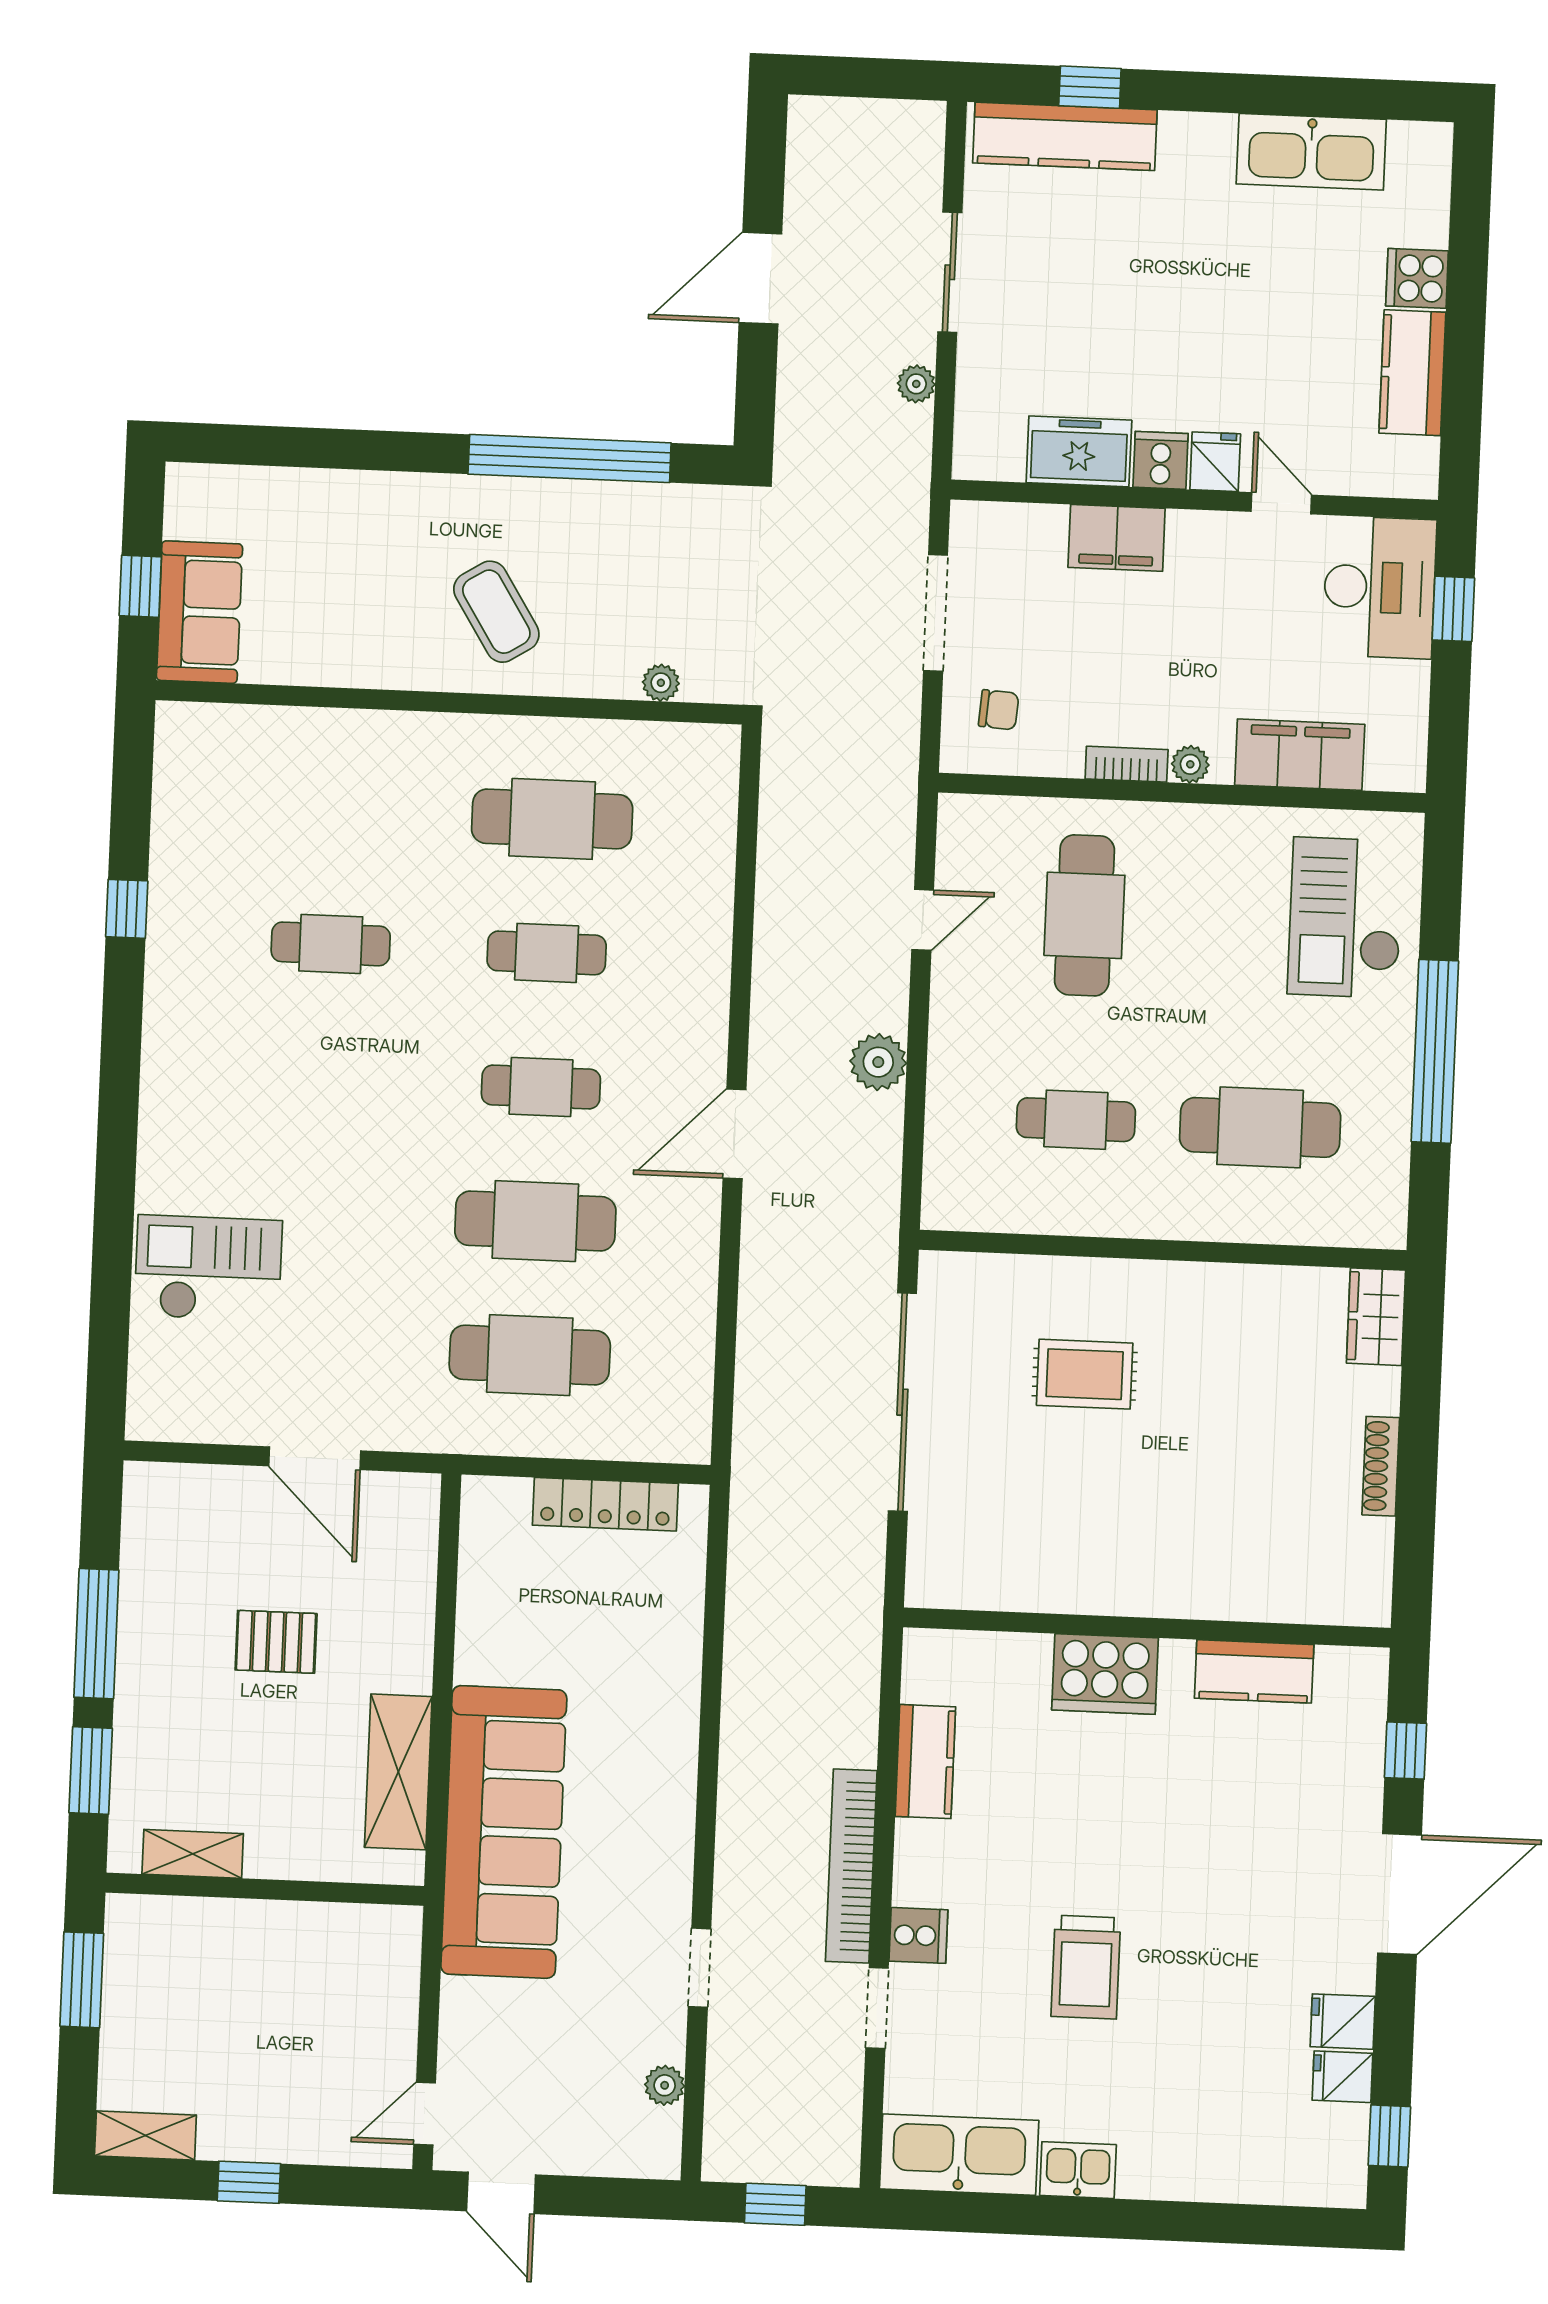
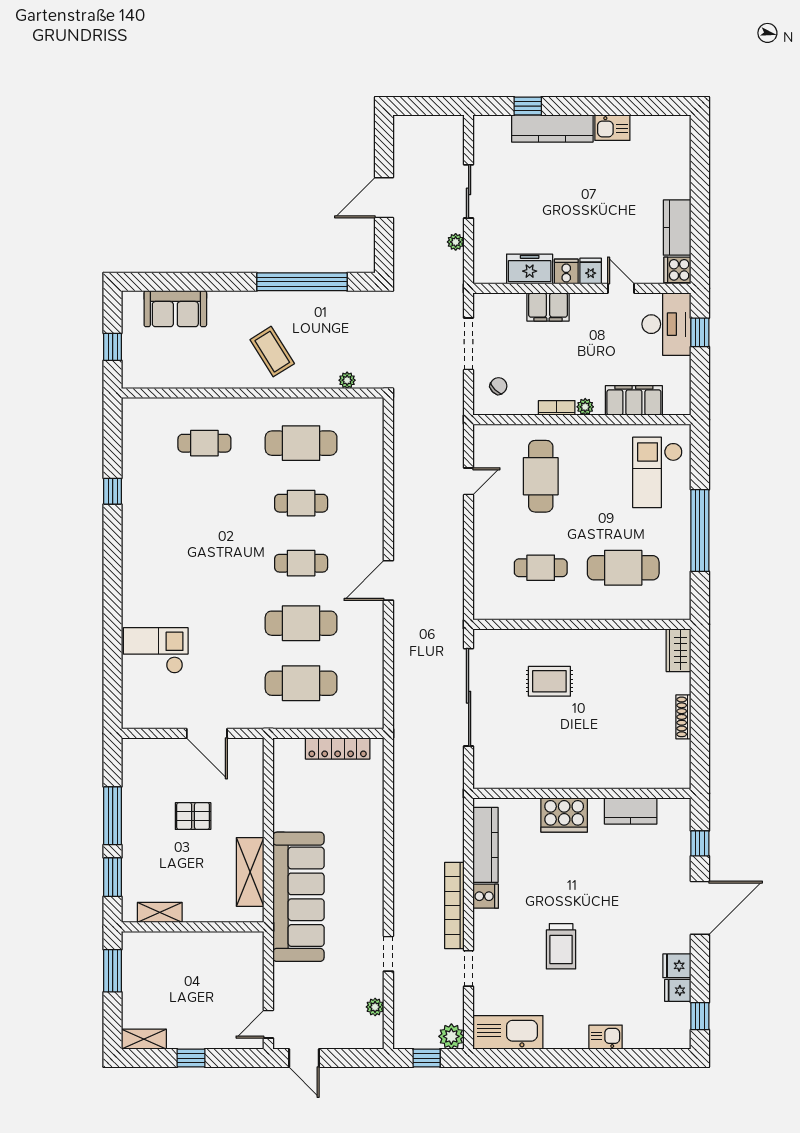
kitchen counter: (1065, 136) -> (552, 129), moved
kitchen sink: (1311, 152) -> (612, 128), width x0.53, depth x0.81
cooker: (1417, 278) -> (677, 270), moved
sofa: (199, 612) -> (175, 309), moved, turned 90
chair: (999, 710) -> (499, 386), turned -49
cafe table: (331, 944) -> (204, 443), moved
plant: (878, 1062) -> (451, 1036), moved
kitchen counter: (925, 1762) -> (485, 845), width x1.50
cooker: (918, 1935) -> (486, 896), moved
kitchen sink: (1078, 2170) -> (606, 1037), moved

